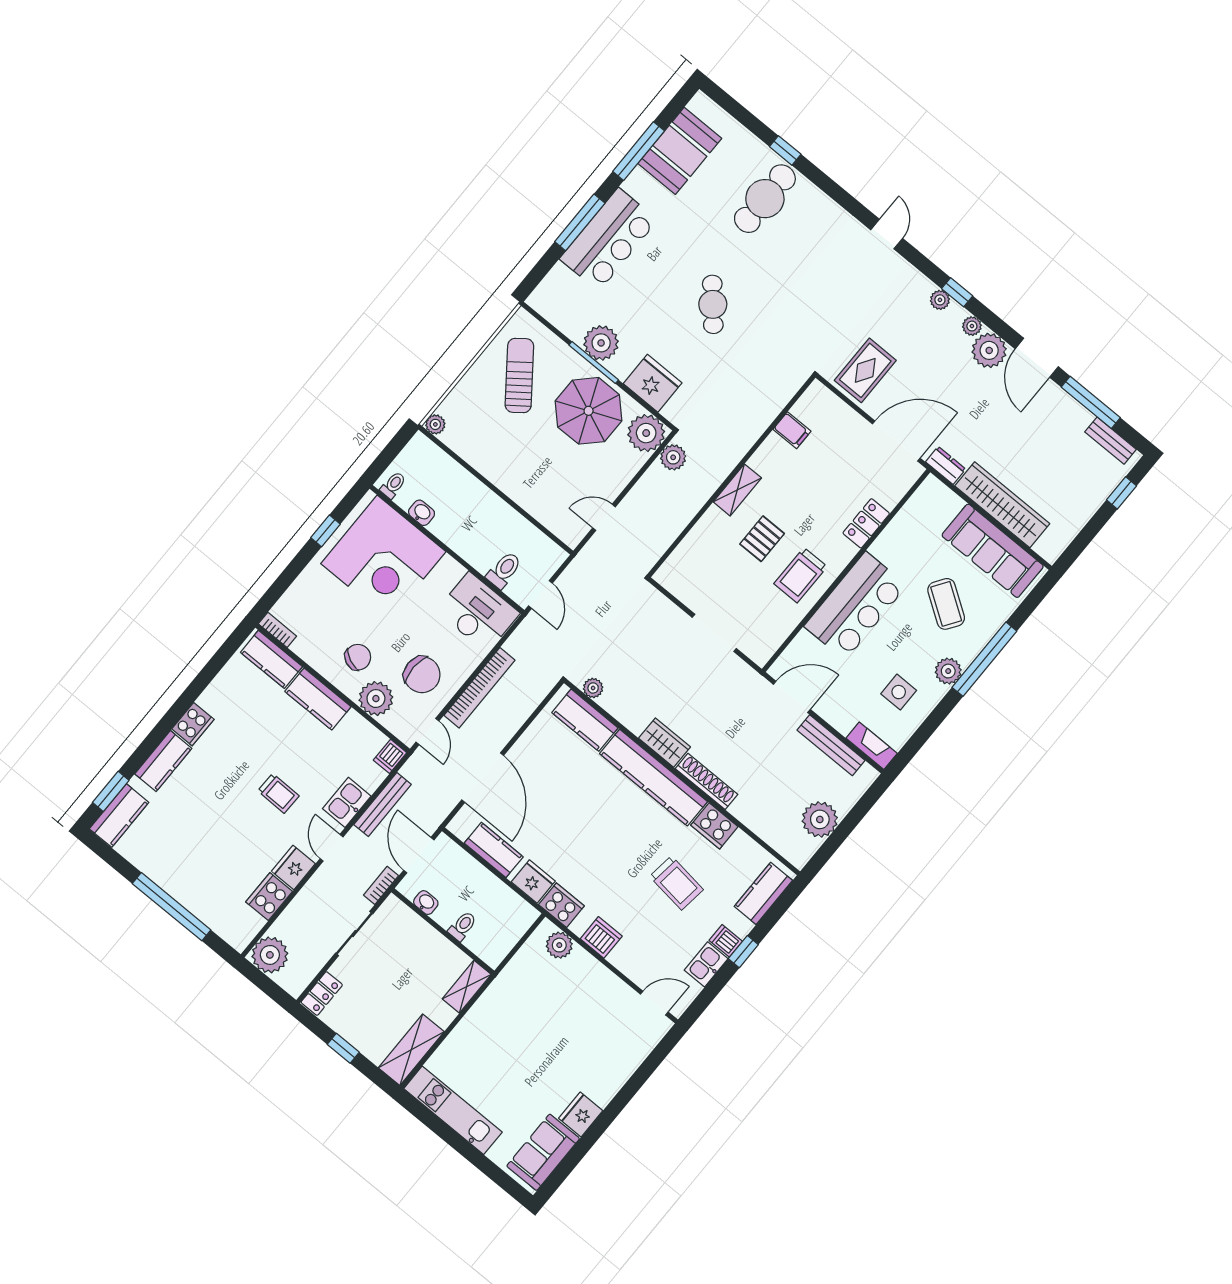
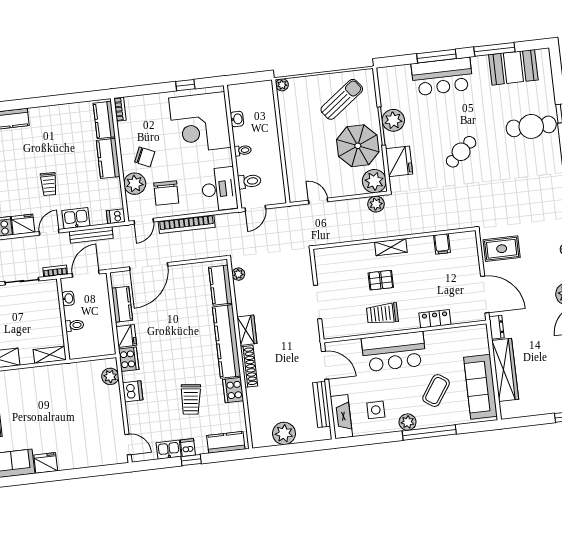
toilet: (393, 485) -> (243, 150), moved
cooker: (193, 724) -> (40, 115), removed
fireplace: (872, 746) -> (341, 417), width x1.37, depth x1.32

